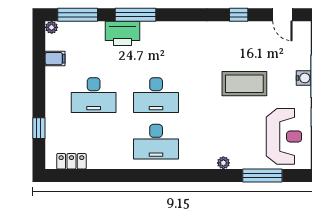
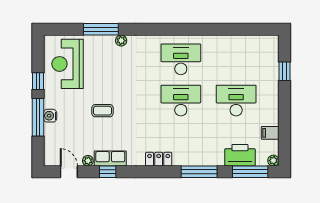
plant: (261, 27) -> (88, 161), added
row of seats: (236, 30) -> (110, 158), added
printer: (123, 33) -> (240, 155), moved
coffee table: (244, 84) -> (103, 111), width x0.54, depth x0.58
locker: (71, 161) -> (159, 159), moved, turned 180
window: (262, 175) -> (101, 29), moved

